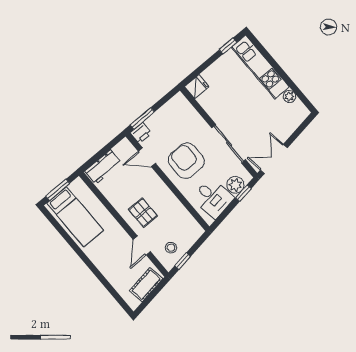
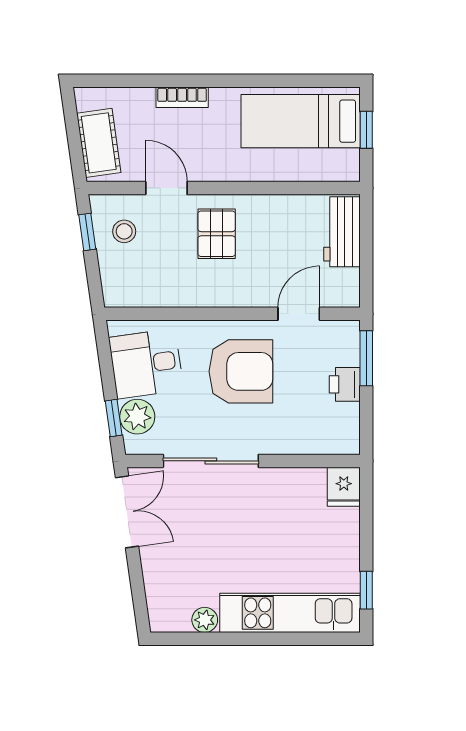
printer: (141, 133) -> (345, 384), moved
window: (58, 190) -> (366, 130), width x0.67
pallet: (143, 213) -> (217, 234), turned 90
bookcase: (103, 268) -> (182, 97), added

